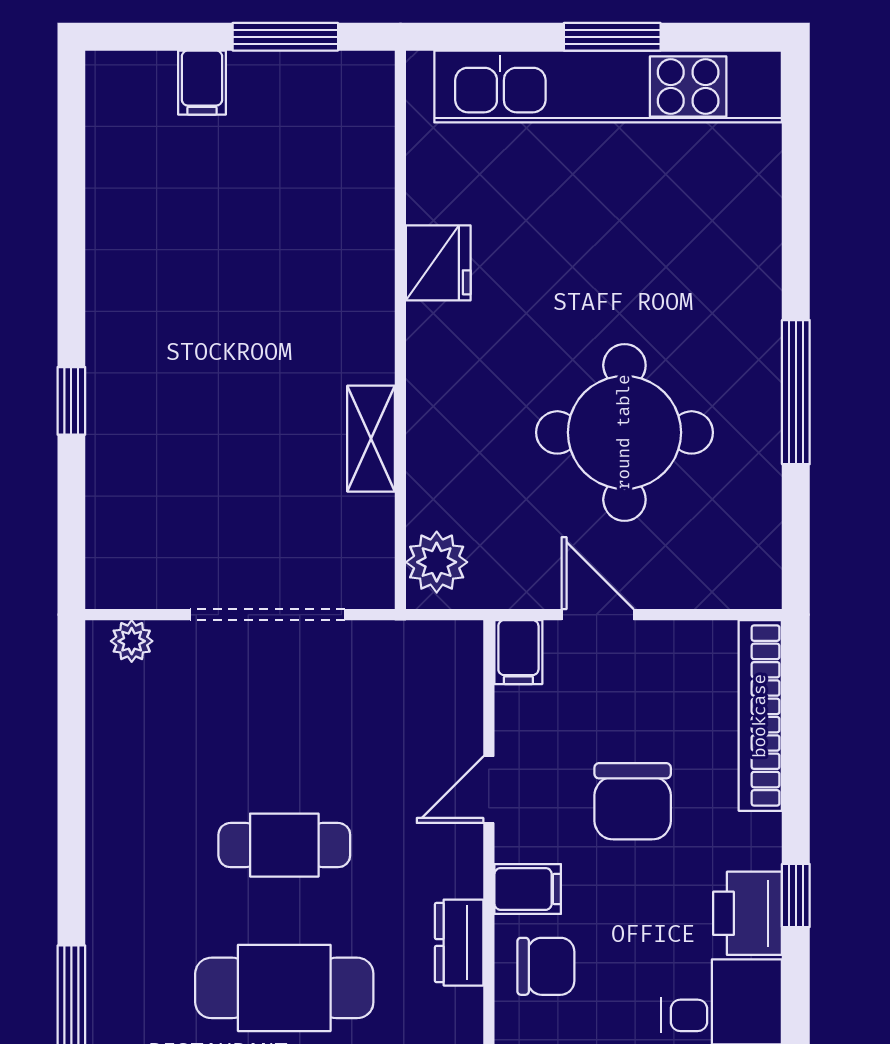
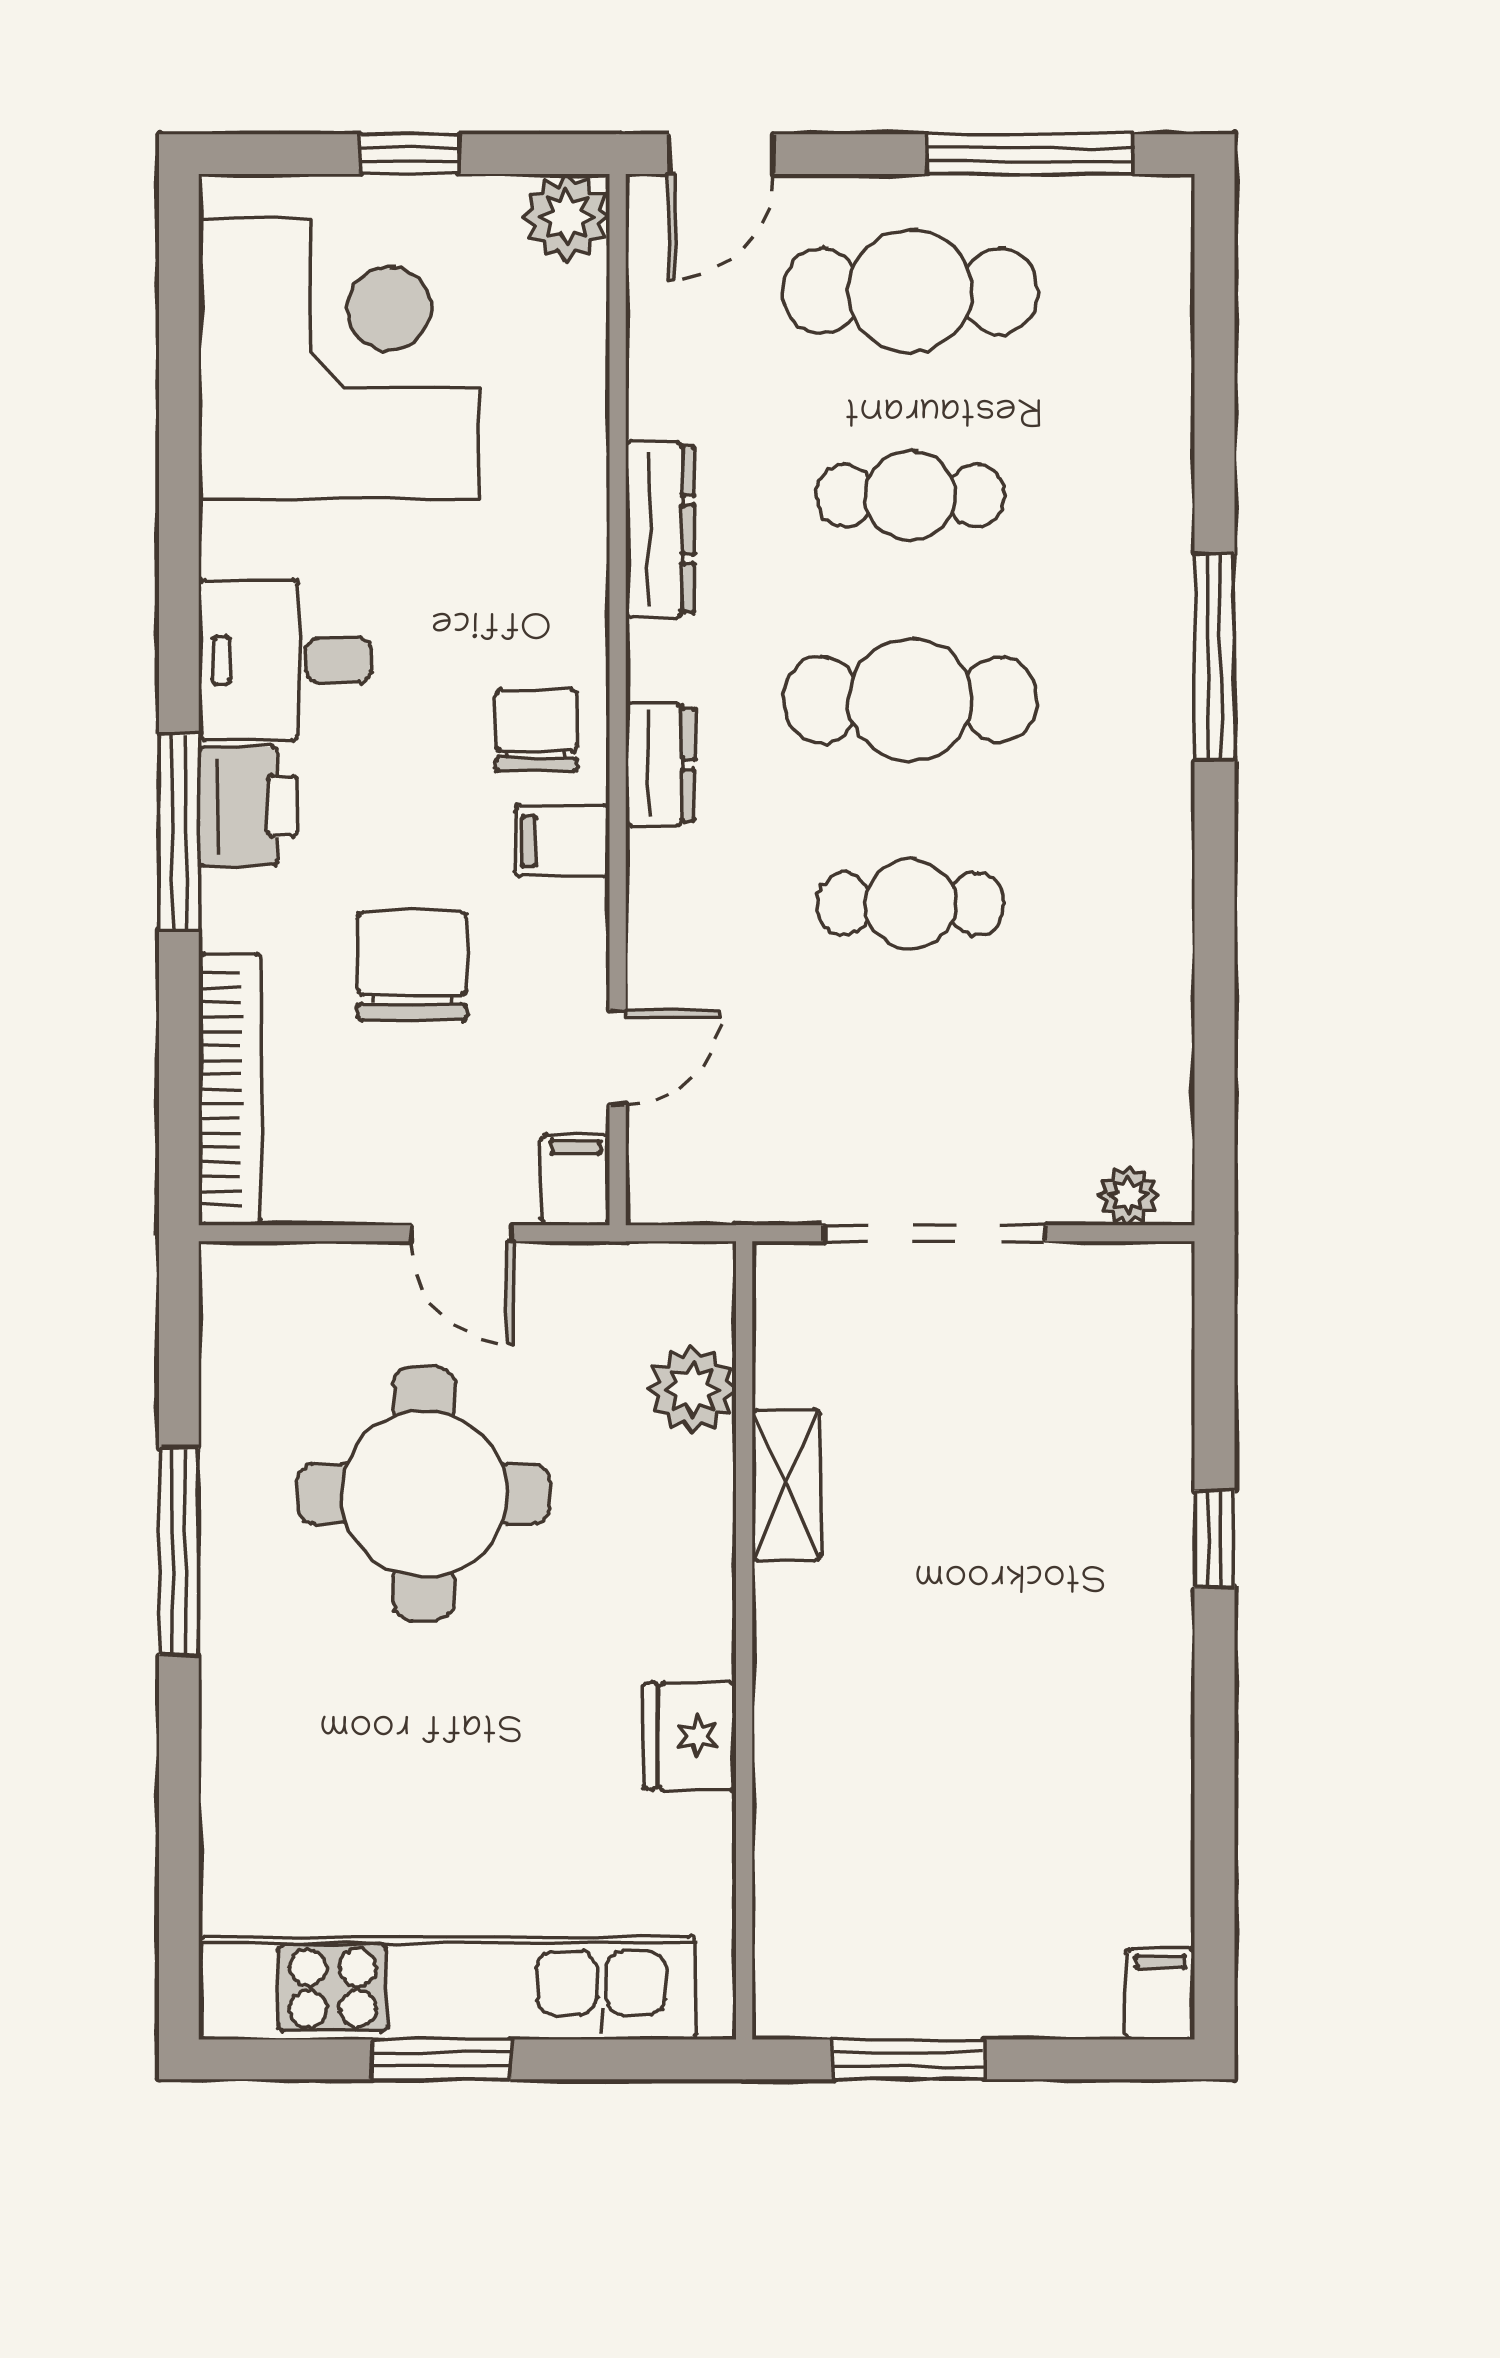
filing cabinet: (202, 83) -> (1160, 1994), moved
plant: (437, 562) -> (692, 1389), moved
door: (489, 790) -> (618, 1057), moved
window: (796, 895) -> (179, 832), width x2.17
chair: (546, 966) -> (536, 731), turned 90

